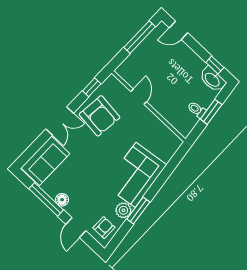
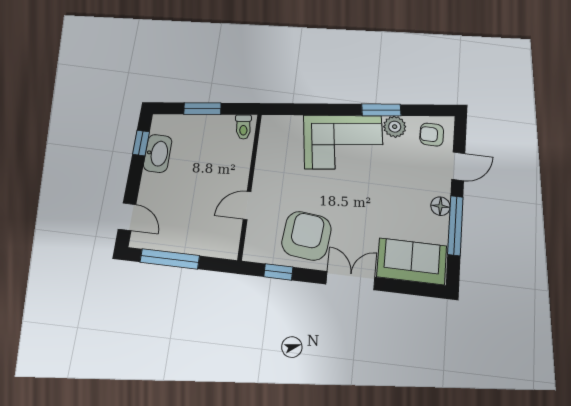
washbasin: (212, 79) -> (158, 153), moved
toilet: (197, 110) -> (243, 127), moved

